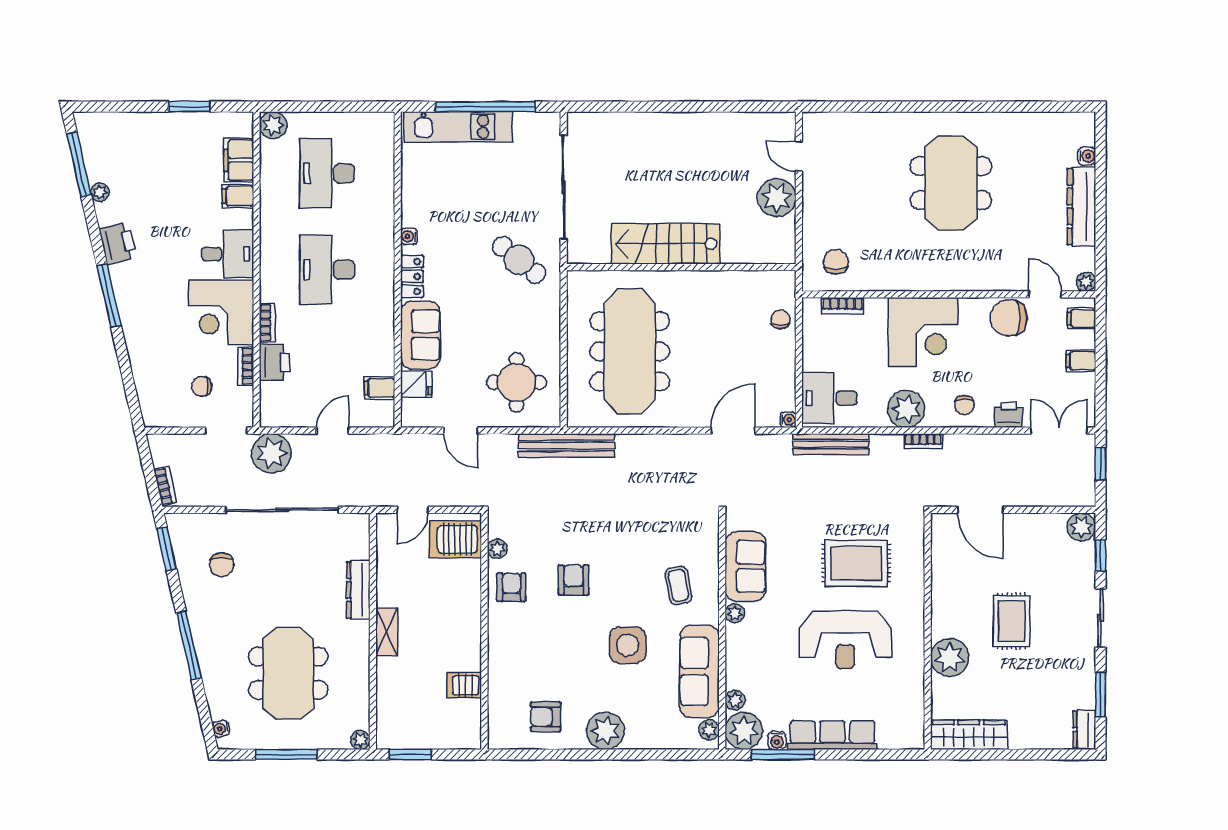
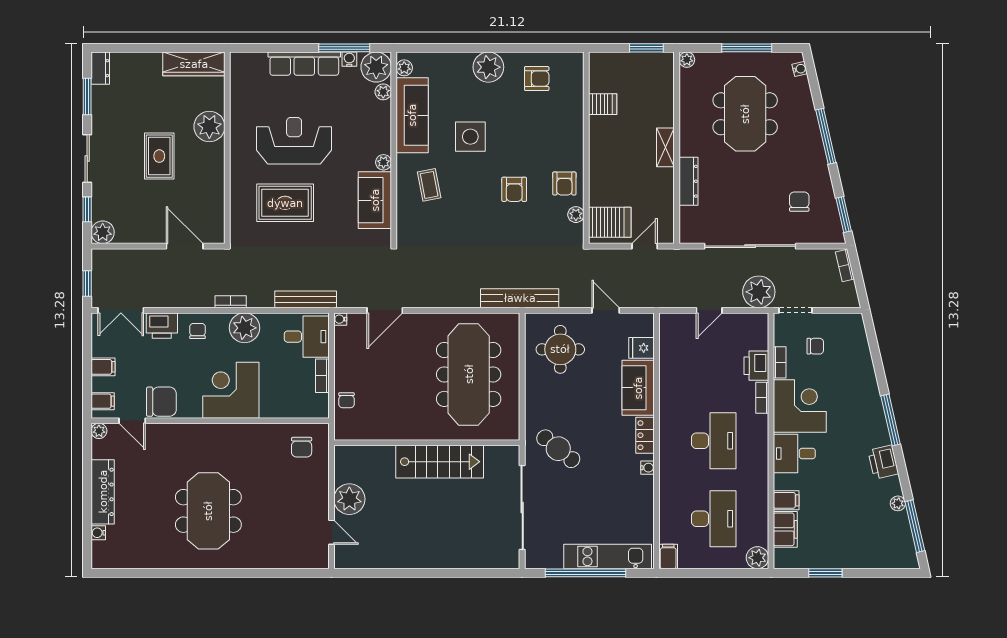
bookcase: (842, 306) -> (322, 376), moved, turned -90
filing cabinet: (380, 388) -> (668, 556), moved, turned -90
printer: (1008, 415) -> (162, 326), width x1.36, depth x1.24

